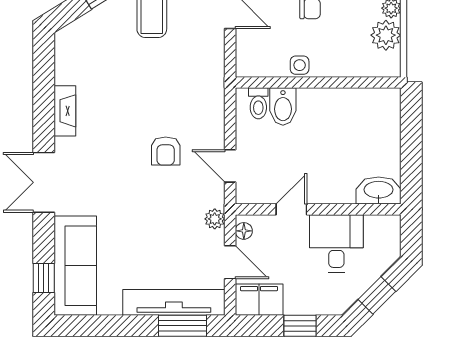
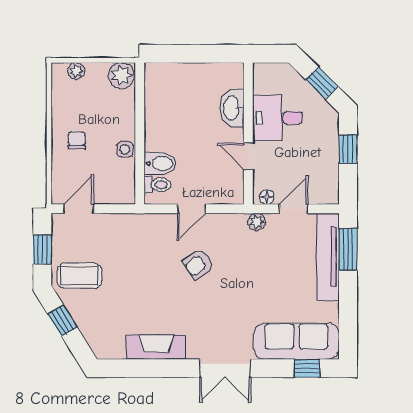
plant: (386, 35) -> (121, 76), moved
fireplace: (65, 111) -> (156, 347), width x1.37, depth x1.32
armchair: (166, 151) -> (198, 264), turned 145
door: (230, 166) -> (191, 209), moved
washbasin: (379, 190) -> (232, 108), moved
filing cabinet: (259, 300) -> (326, 184), removed

